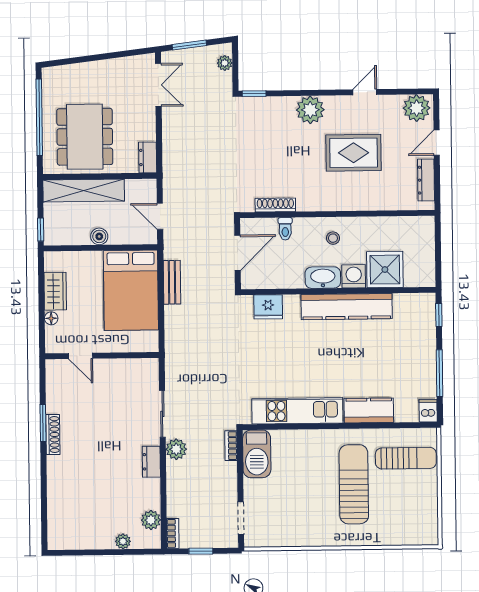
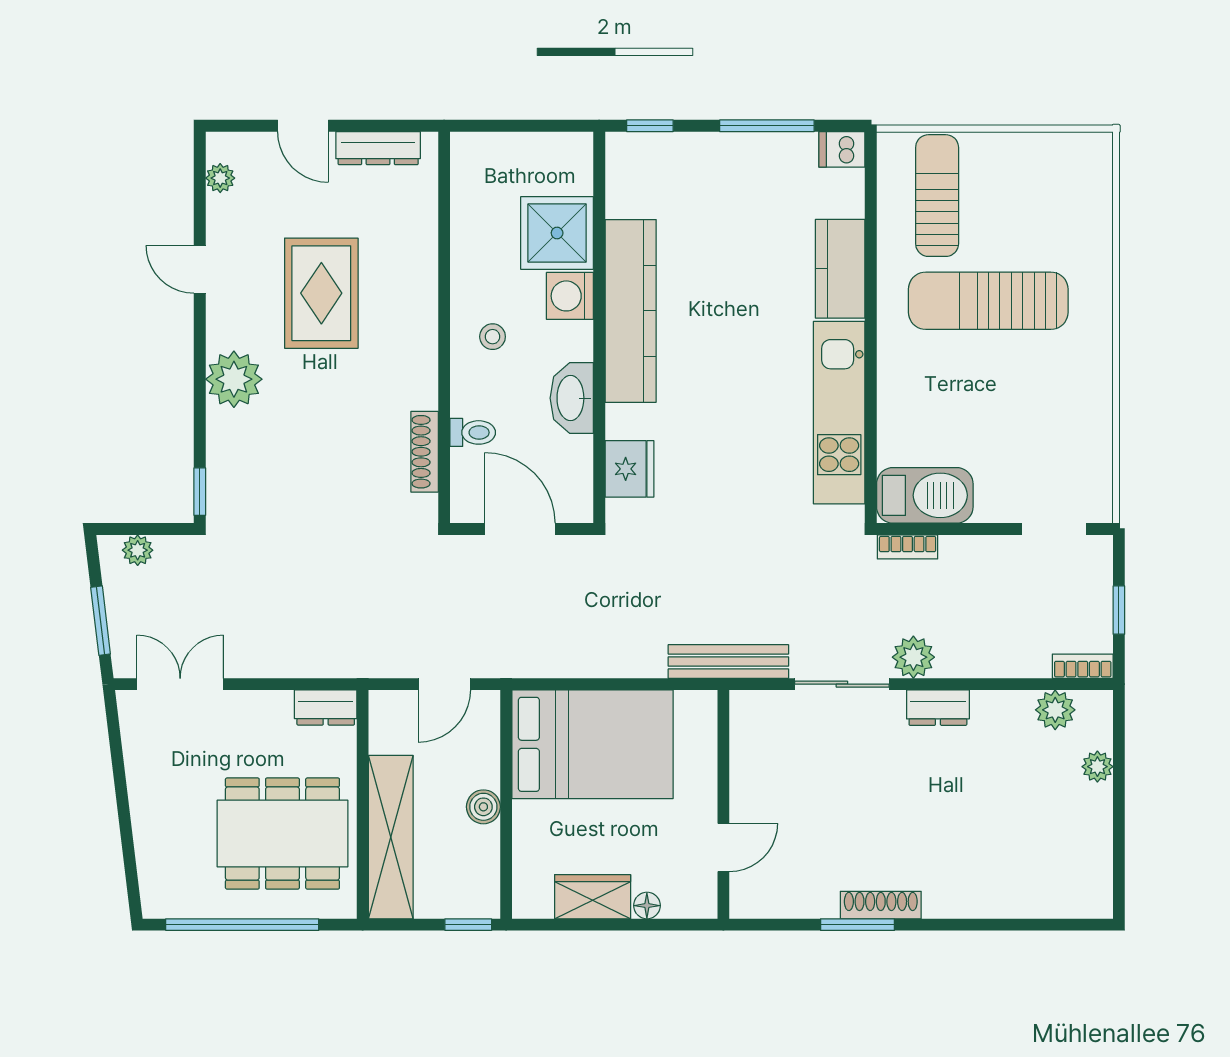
plant: (417, 108) -> (220, 178), width x0.53, depth x0.53
washbasin: (323, 278) -> (572, 398), moved
bench: (172, 282) -> (728, 661), moved, width x1.36

